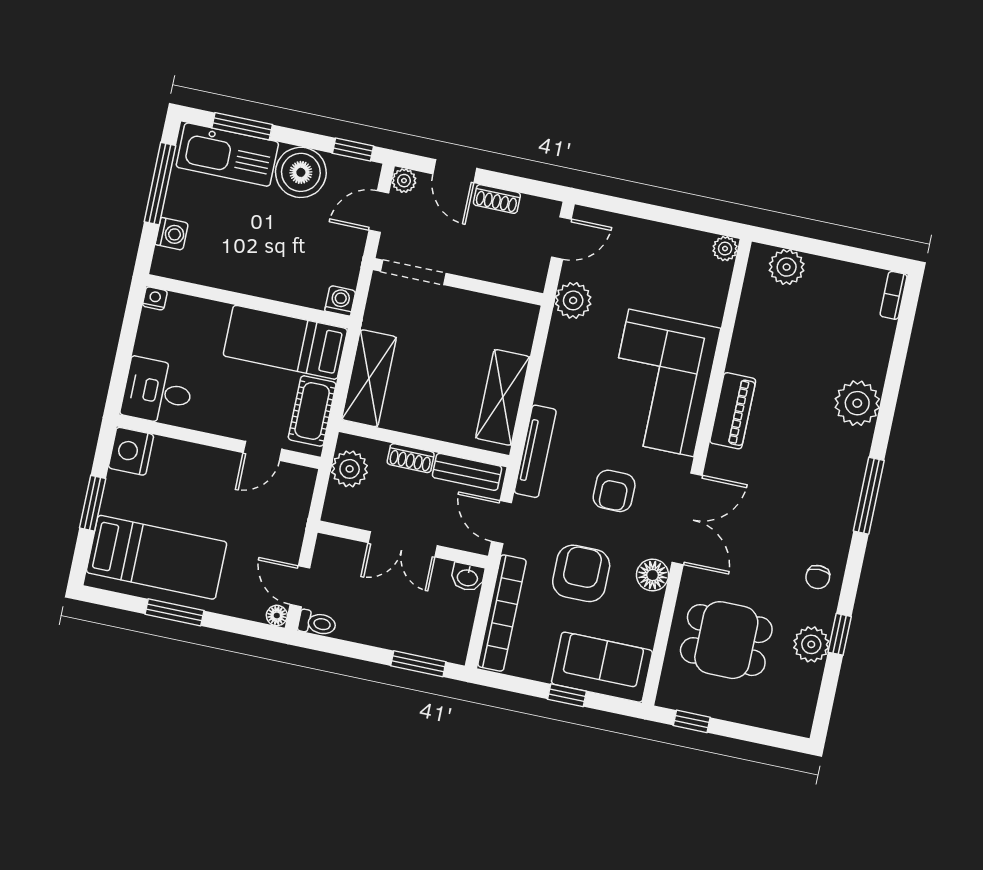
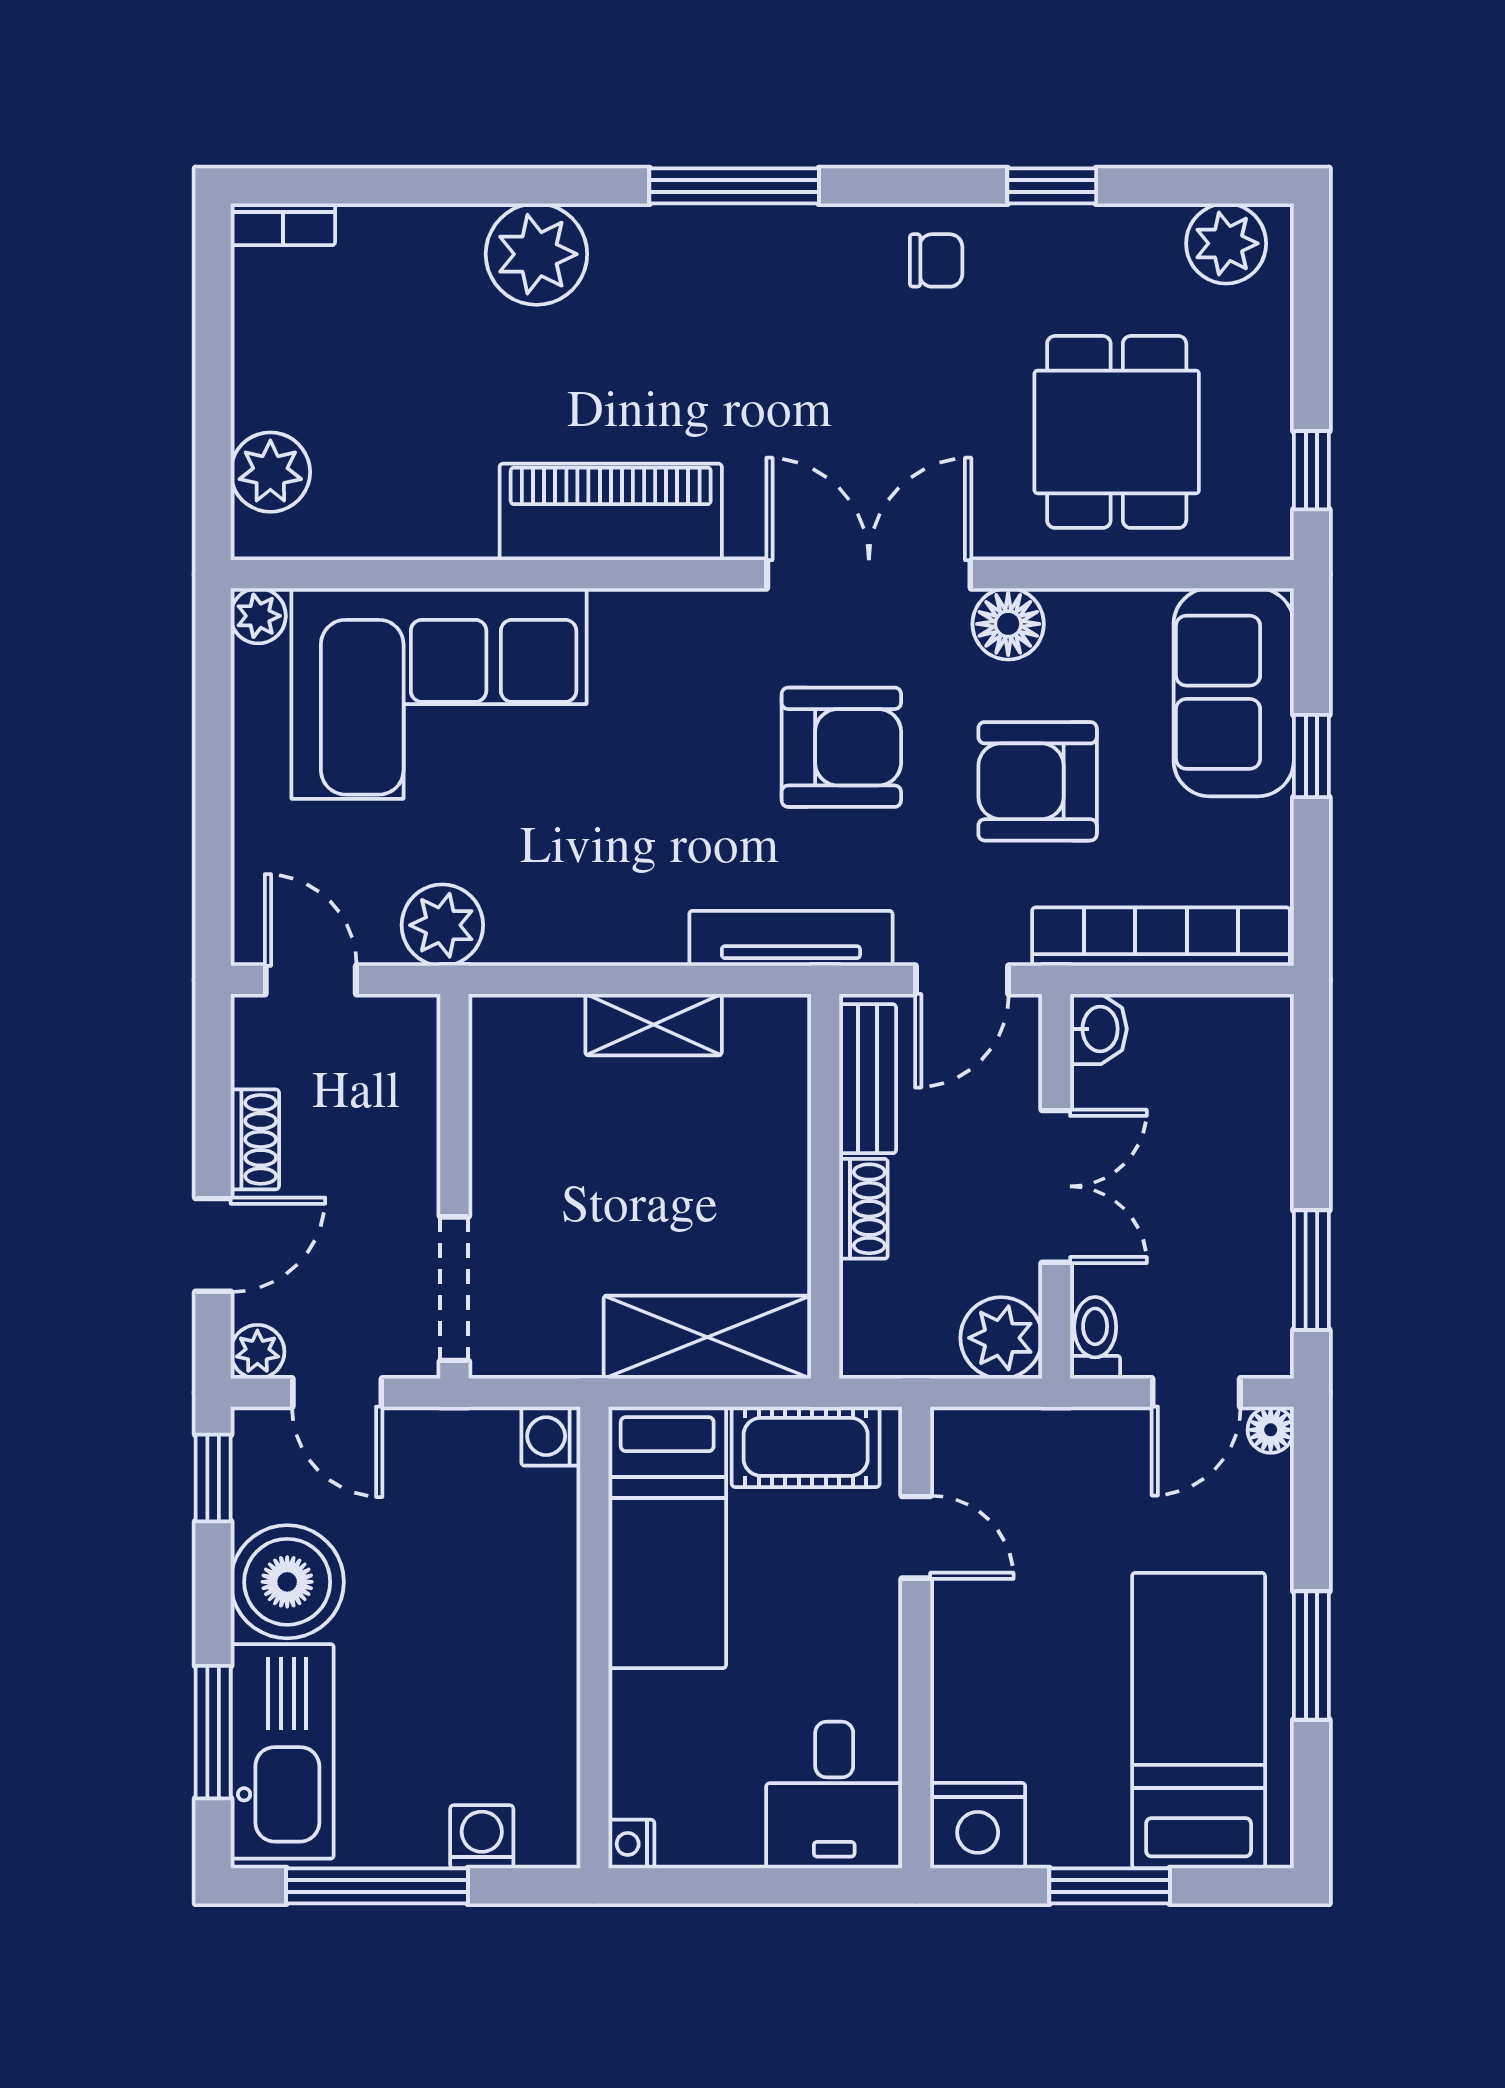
corner sofa: (661, 383) -> (439, 693), moved
shelving: (503, 397) -> (654, 1025), width x0.67, depth x0.75
piano: (733, 411) -> (611, 512), width x1.37, depth x1.33
plant: (350, 469) -> (1001, 1338), moved
armchair: (614, 491) -> (841, 747), width x1.38, depth x1.38
toilet: (317, 623) -> (1095, 1338), moved
plant: (811, 644) -> (1226, 243), moved
window: (418, 664) -> (1311, 1270), moved

